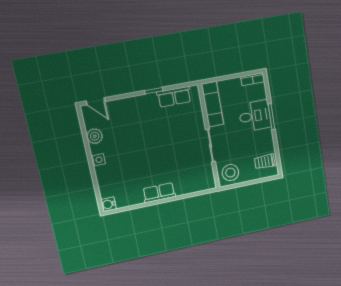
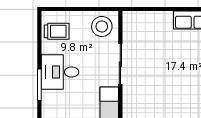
desk: (255, 116) -> (60, 72), moved

